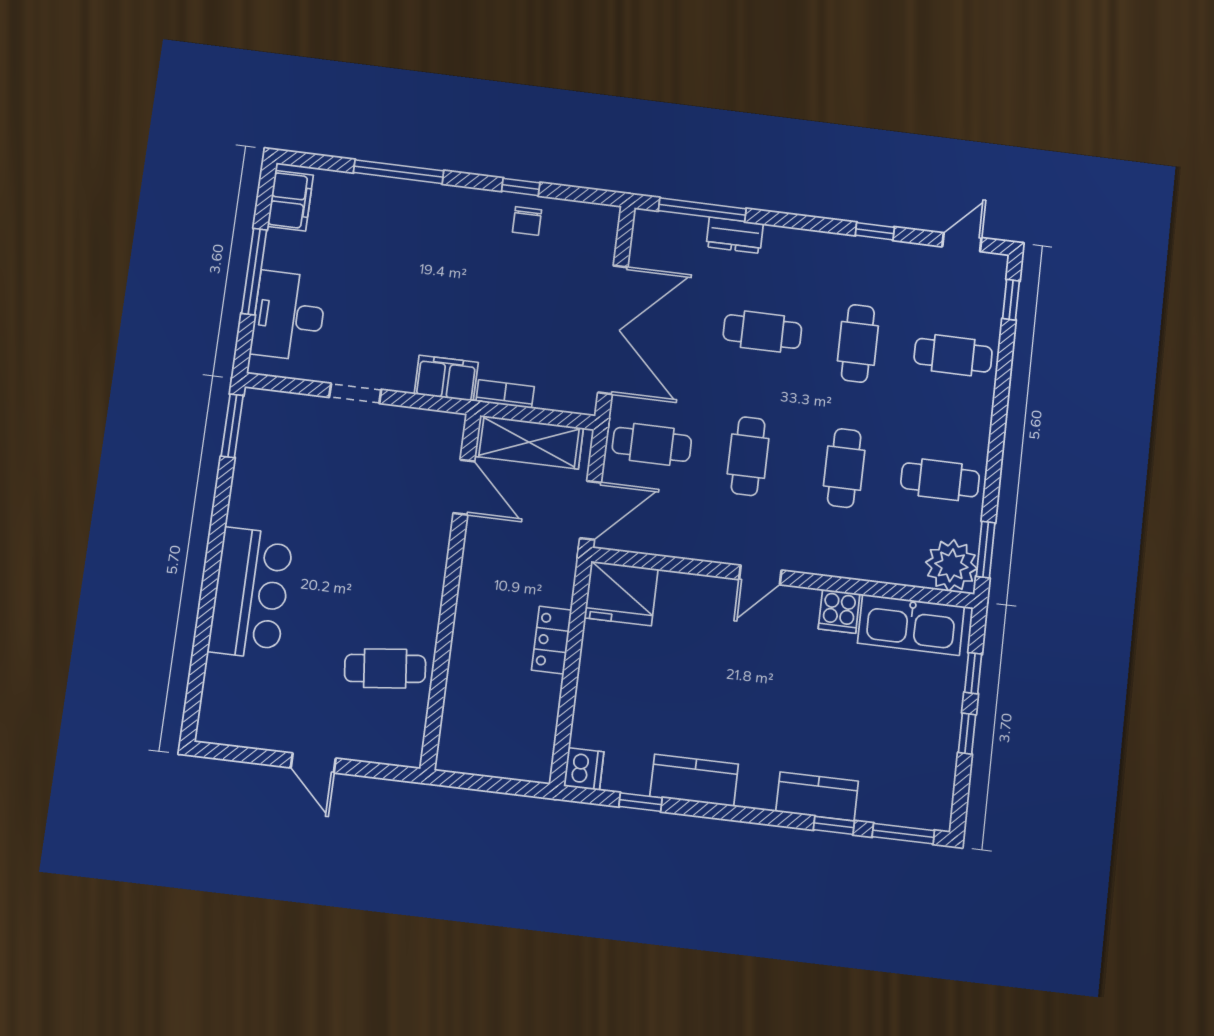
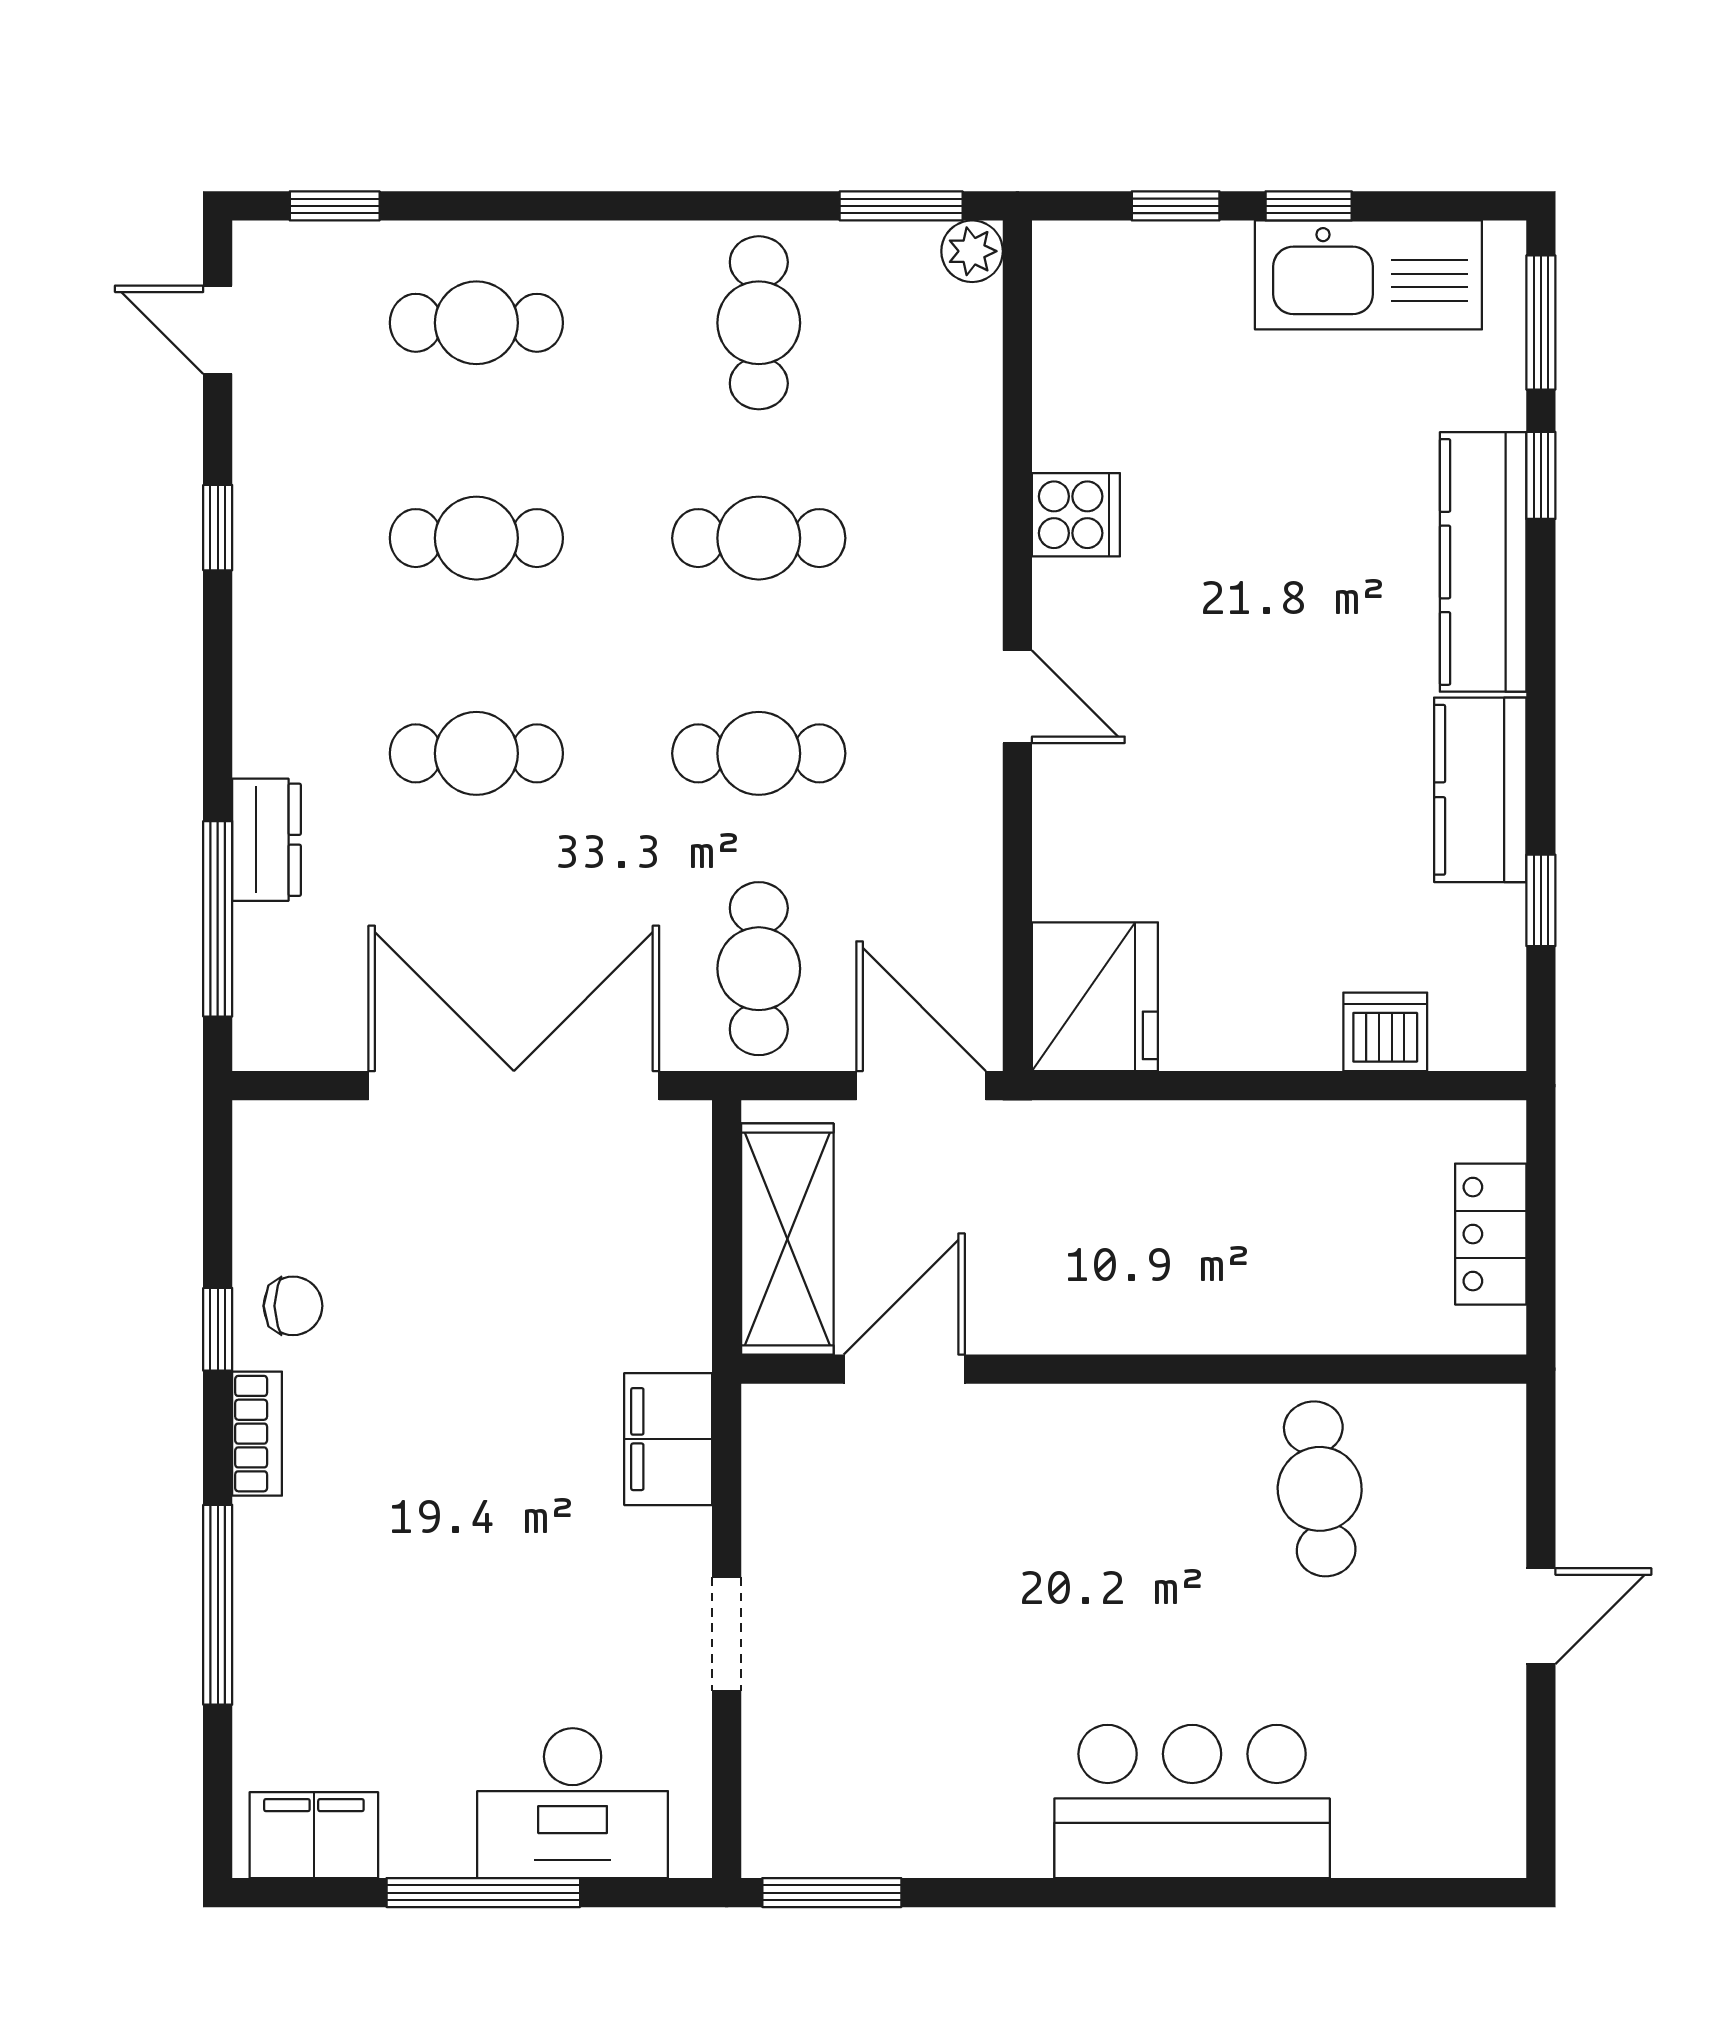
cafe table: (762, 332) -> (476, 753), turned 90
cafe table: (953, 355) -> (476, 323), turned 90
bookcase: (505, 394) -> (257, 1434), moved, turned 180
plant: (951, 565) -> (972, 251), width x0.53, depth x0.53
kitchen sink: (911, 625) -> (1368, 275), moved, turned 90
locker: (552, 640) -> (1491, 1234), moved, turned 90
dishwasher: (584, 769) -> (1385, 1032), moved
kitchen counter: (817, 796) -> (1483, 562), width x1.50

